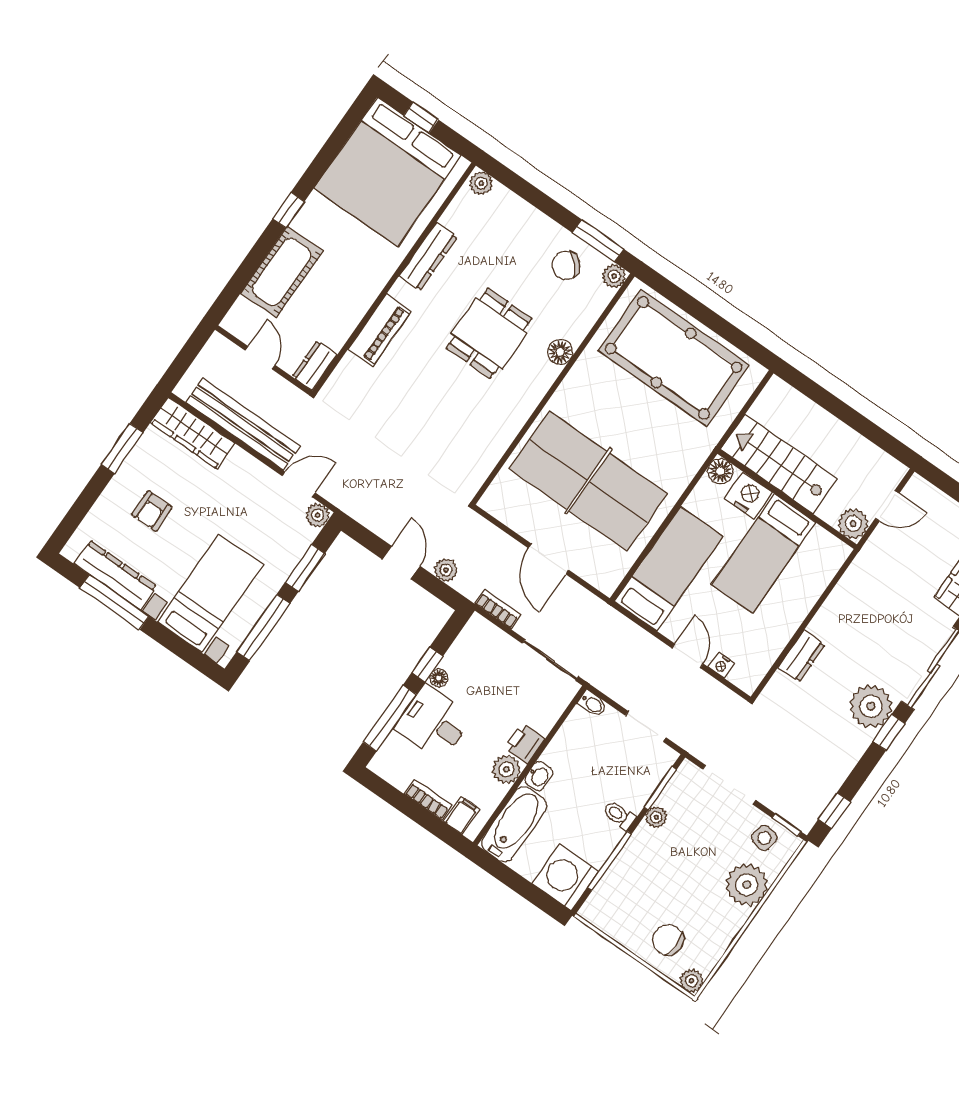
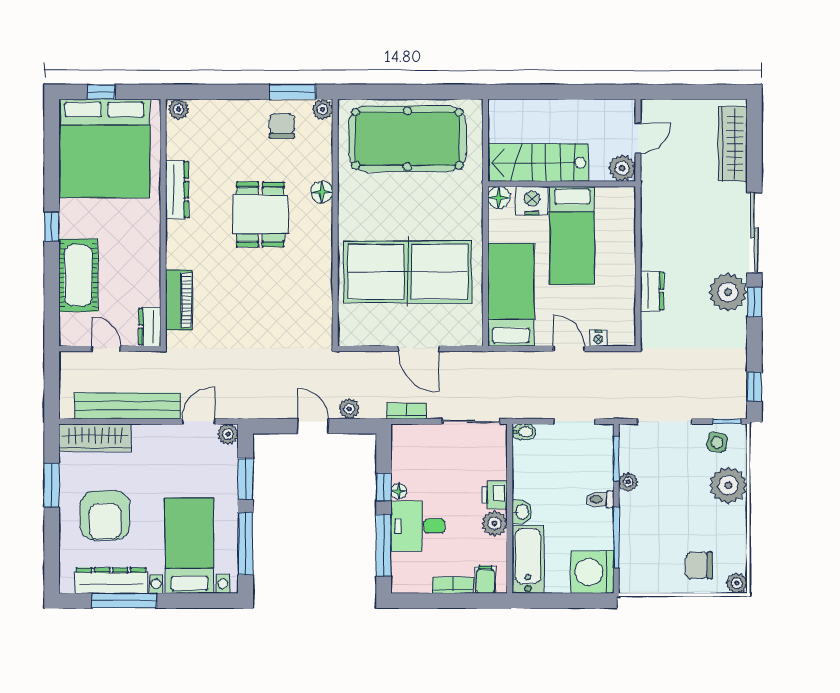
chair: (566, 265) -> (282, 126), turned 133
piano: (379, 330) -> (179, 300), moved
armchair: (152, 511) -> (105, 515), width x1.88, depth x1.88

